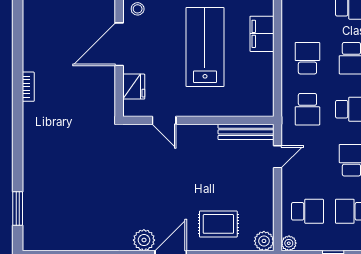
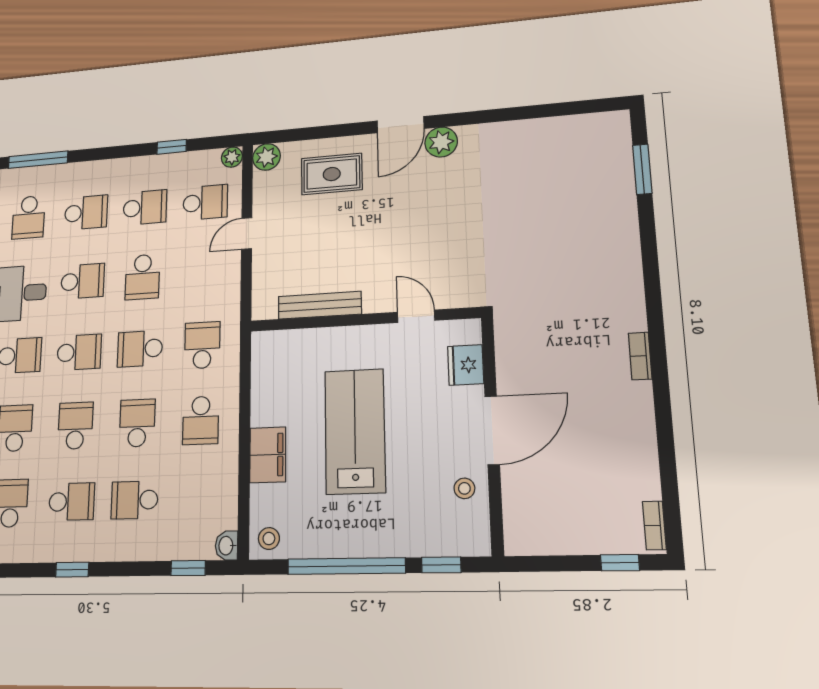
lab bench: (205, 47) -> (355, 431), turned 180
bench: (246, 132) -> (320, 305), moved
door: (278, 157) -> (247, 233), moved
school desk: (307, 211) -> (205, 202), turned 180

